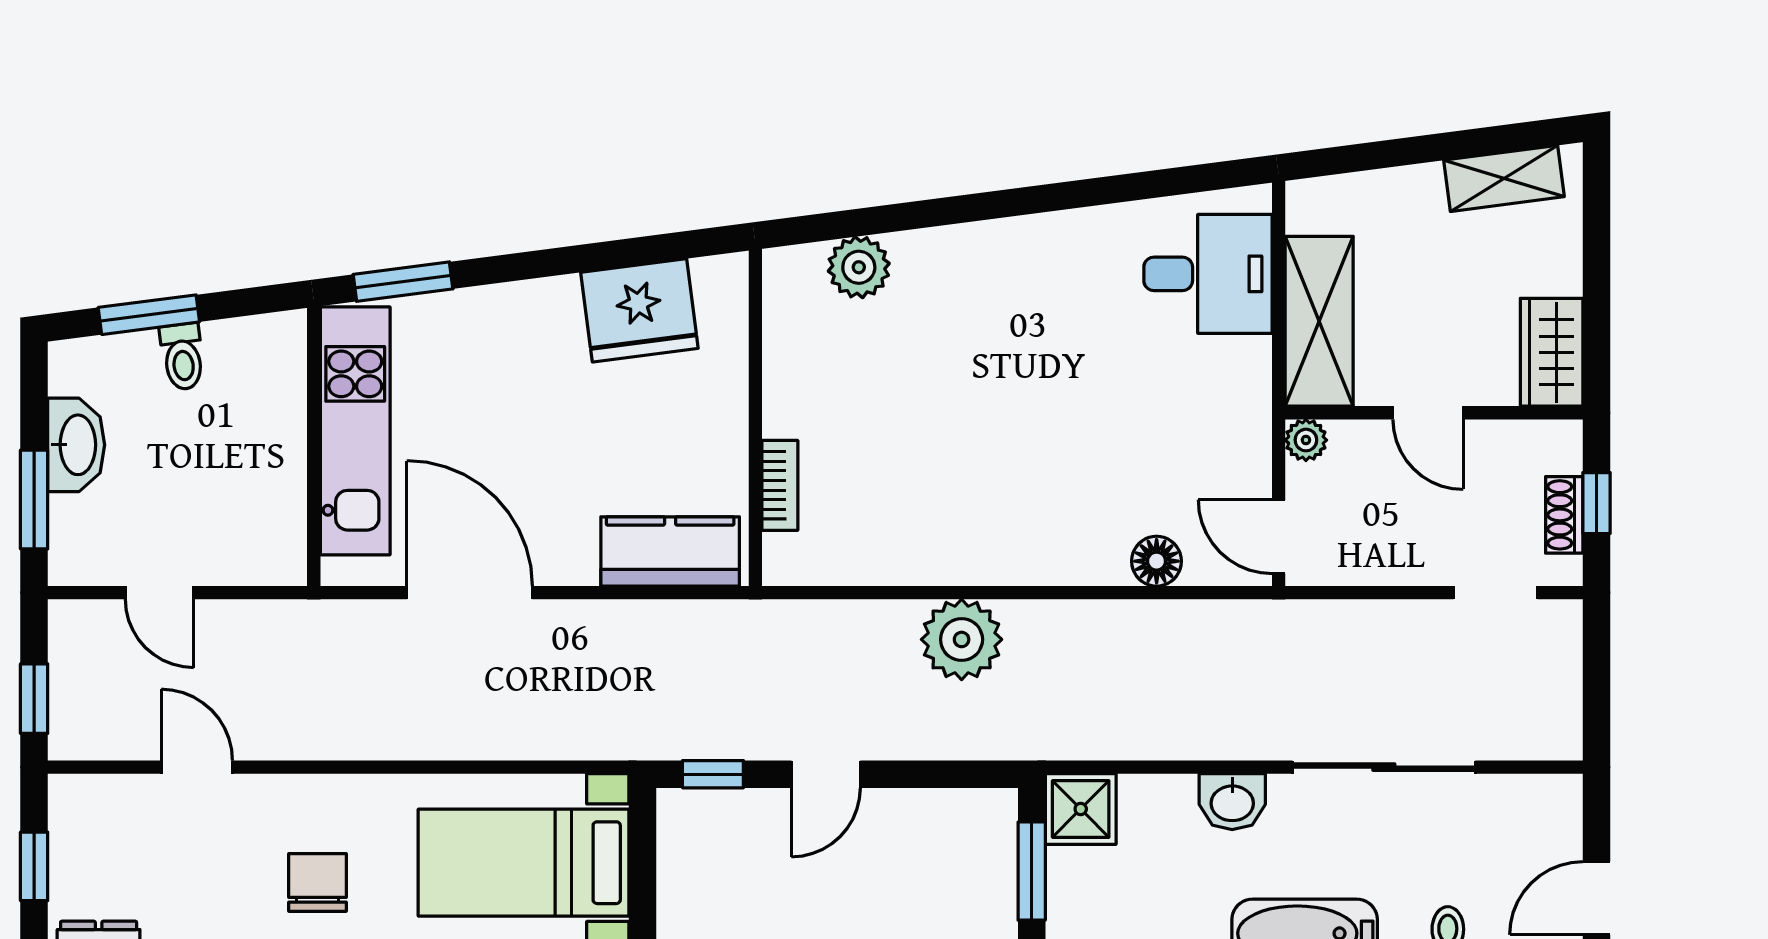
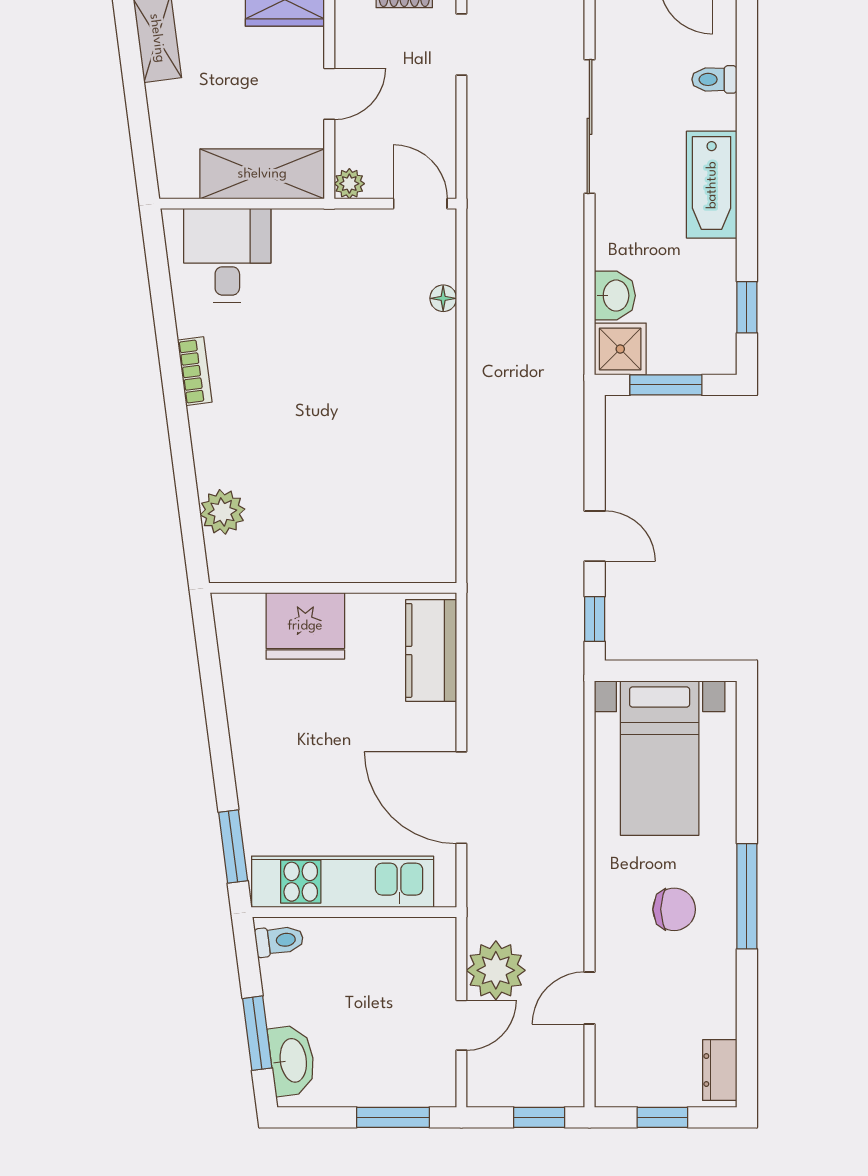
fridge: (639, 310) -> (305, 626), moved, turned 97
toilet: (182, 357) -> (279, 941), moved
washbasin: (76, 445) -> (292, 1060), moved, turned 83
bookcase: (780, 485) -> (195, 371), moved, turned 83
door: (1279, 537) -> (420, 204), swing flipped
floor lamp: (1157, 561) -> (443, 298), width x0.73, depth x0.73
door: (470, 593) -> (461, 798), hinge flipped
plant: (962, 639) -> (496, 970), moved
washbasin: (1232, 802) -> (615, 296), moved
chair: (318, 882) -> (674, 909), turned 180

